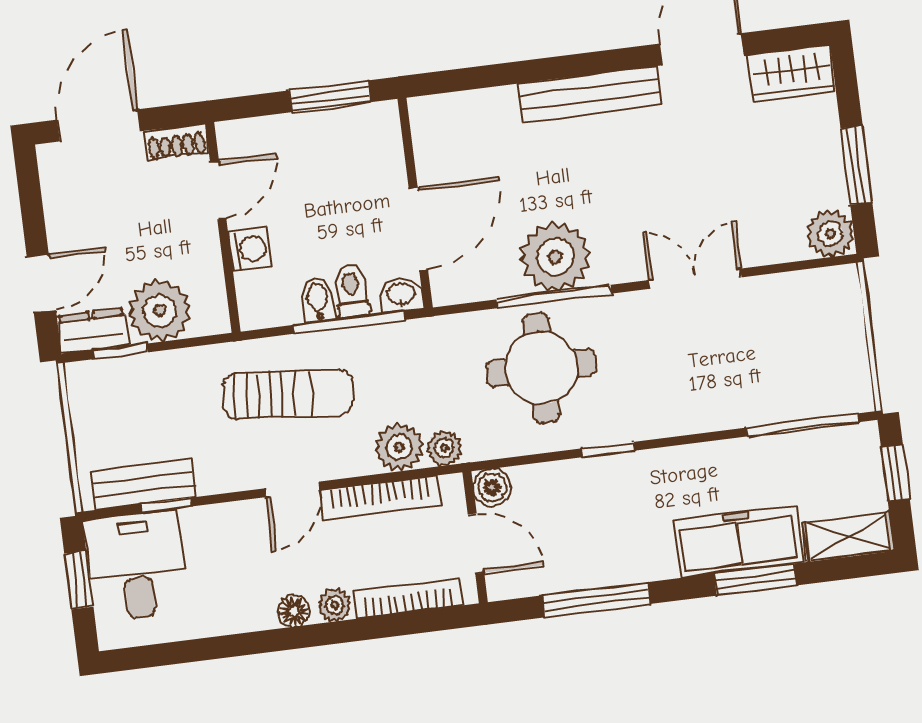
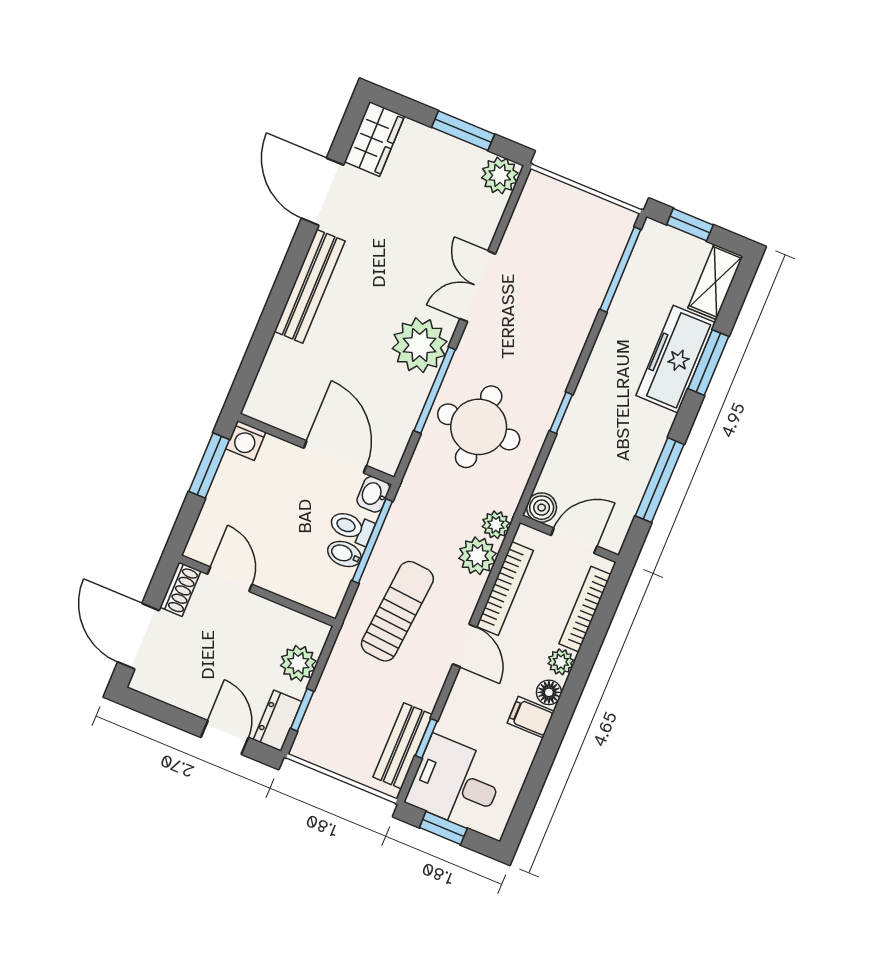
washing machine: (250, 249) -> (246, 440), moved, turned 180
plant: (555, 257) -> (420, 345), moved
plant: (160, 311) -> (298, 663), width x0.73, depth x0.73
filing cabinet: (255, 607) -> (531, 717), added

